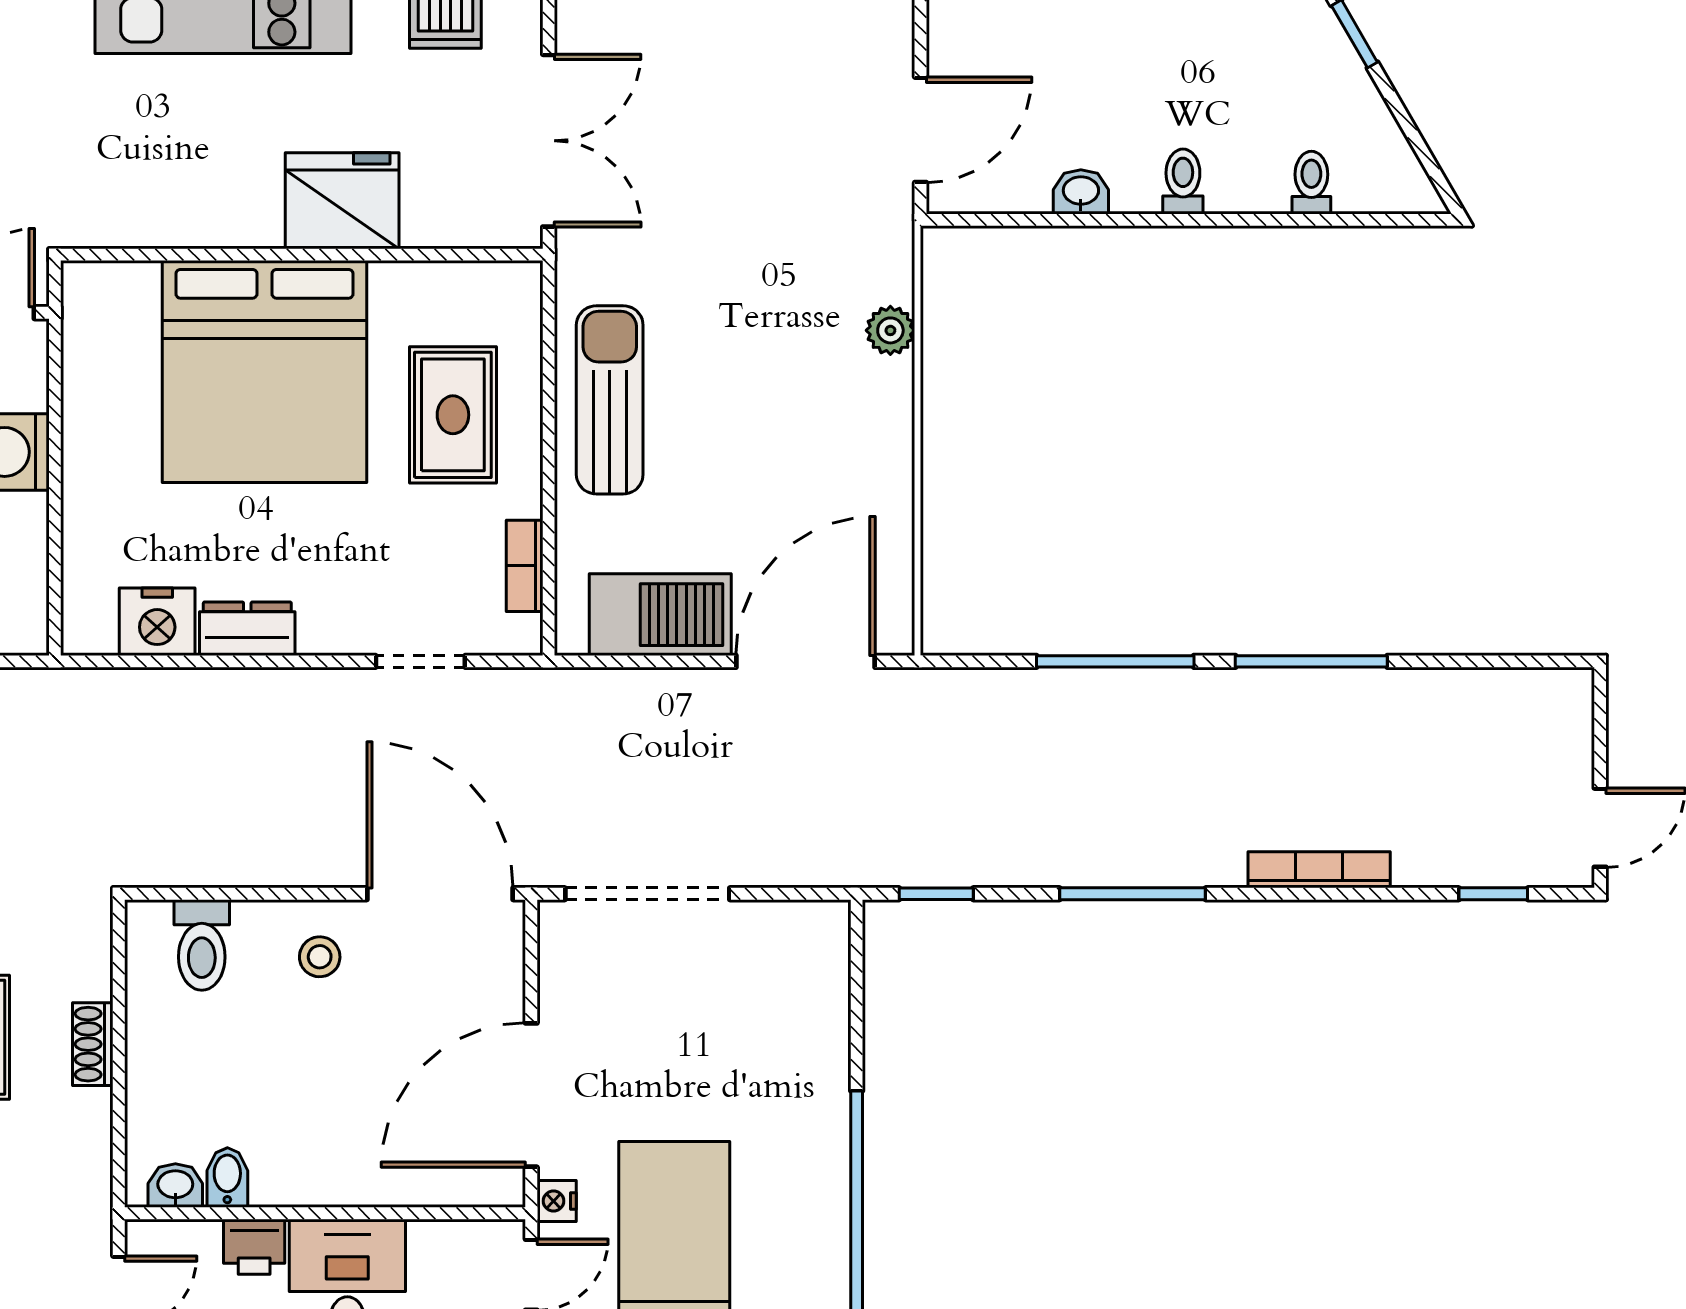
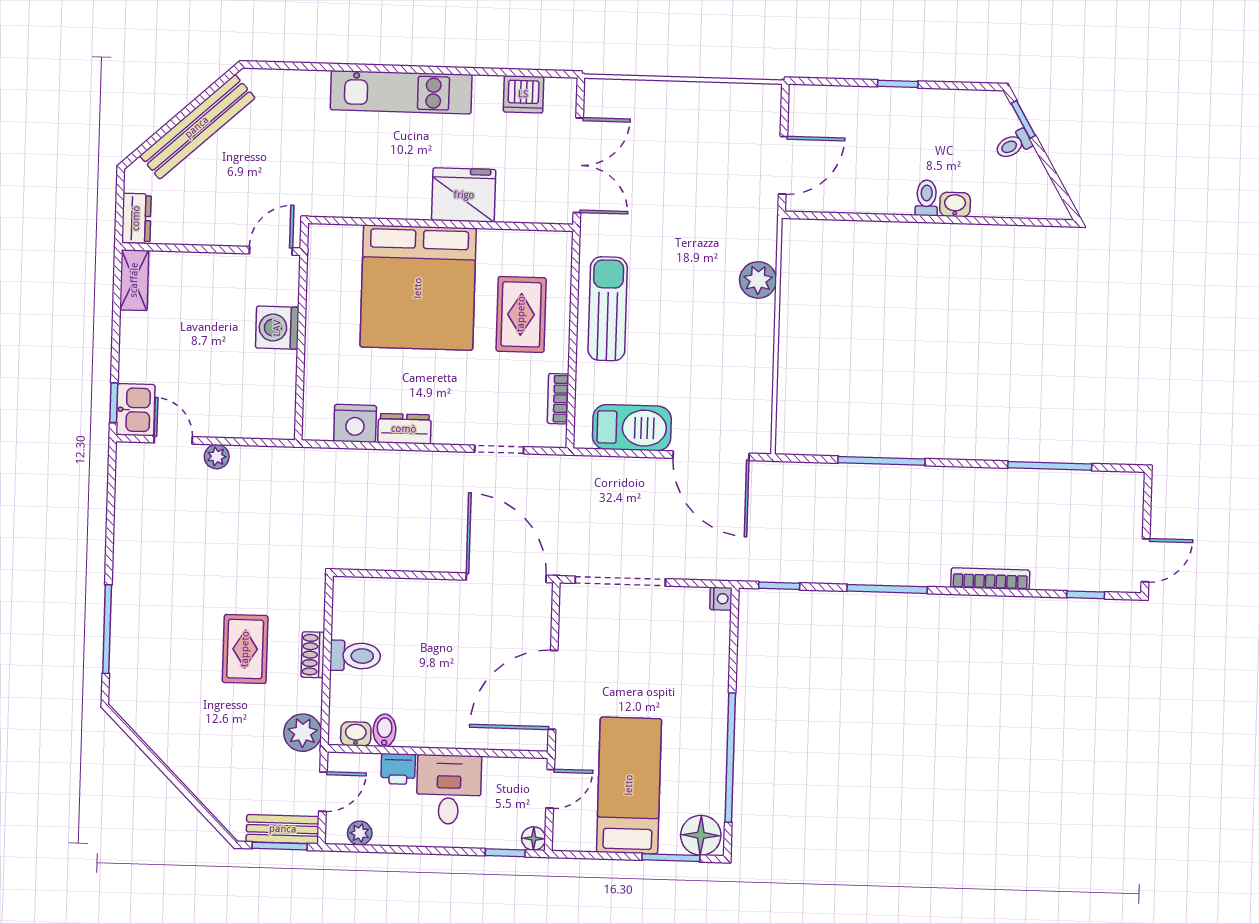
toilet: (1311, 183) -> (1013, 144), moved, turned -120
washbasin: (1081, 192) -> (955, 205), moved
plant: (890, 330) -> (758, 280), width x1.38, depth x1.38
door: (806, 661) -> (711, 456), swing flipped
window: (1311, 661) -> (1050, 466), moved
toilet: (202, 945) -> (355, 656), moved, turned -90
stool: (320, 957) -> (439, 610), removed
plant: (79, 1186) -> (303, 733), added
nightstand: (557, 1201) -> (721, 599), moved, turned 180

